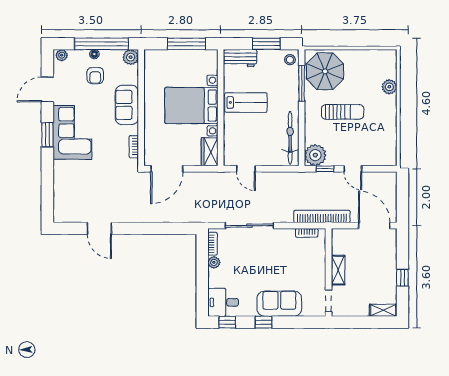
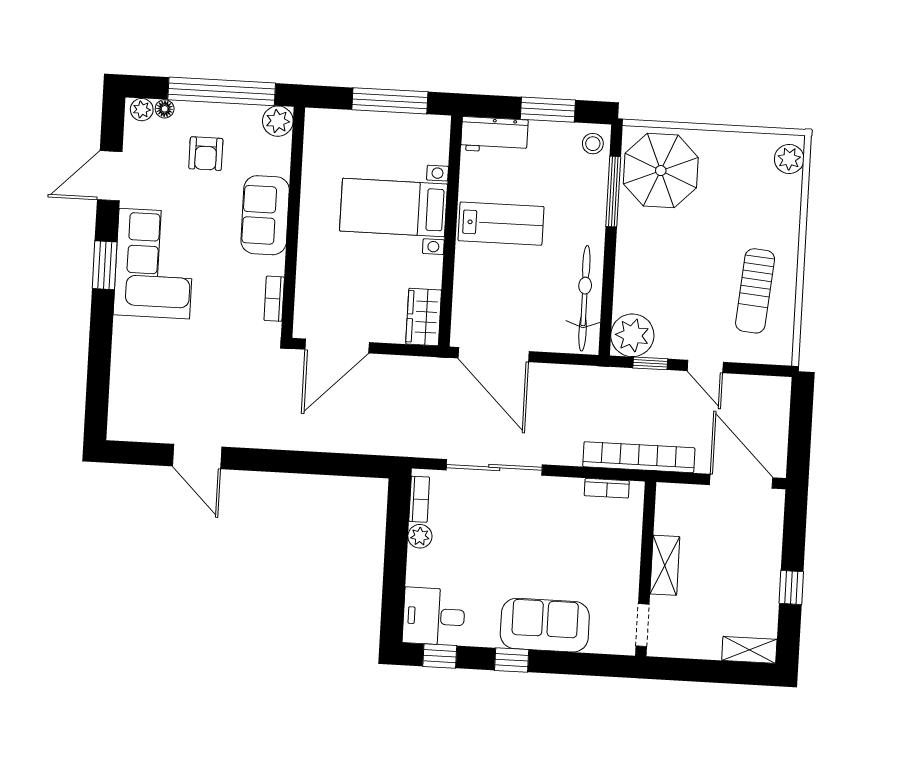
floor lamp: (94, 54) -> (165, 109), moved
plant: (389, 87) -> (789, 159), moved
bed with nightstands: (191, 106) -> (393, 208), width x0.73
sun lounger: (343, 112) -> (755, 291), moved, turned 95
door: (246, 169) -> (494, 355), width x1.88

